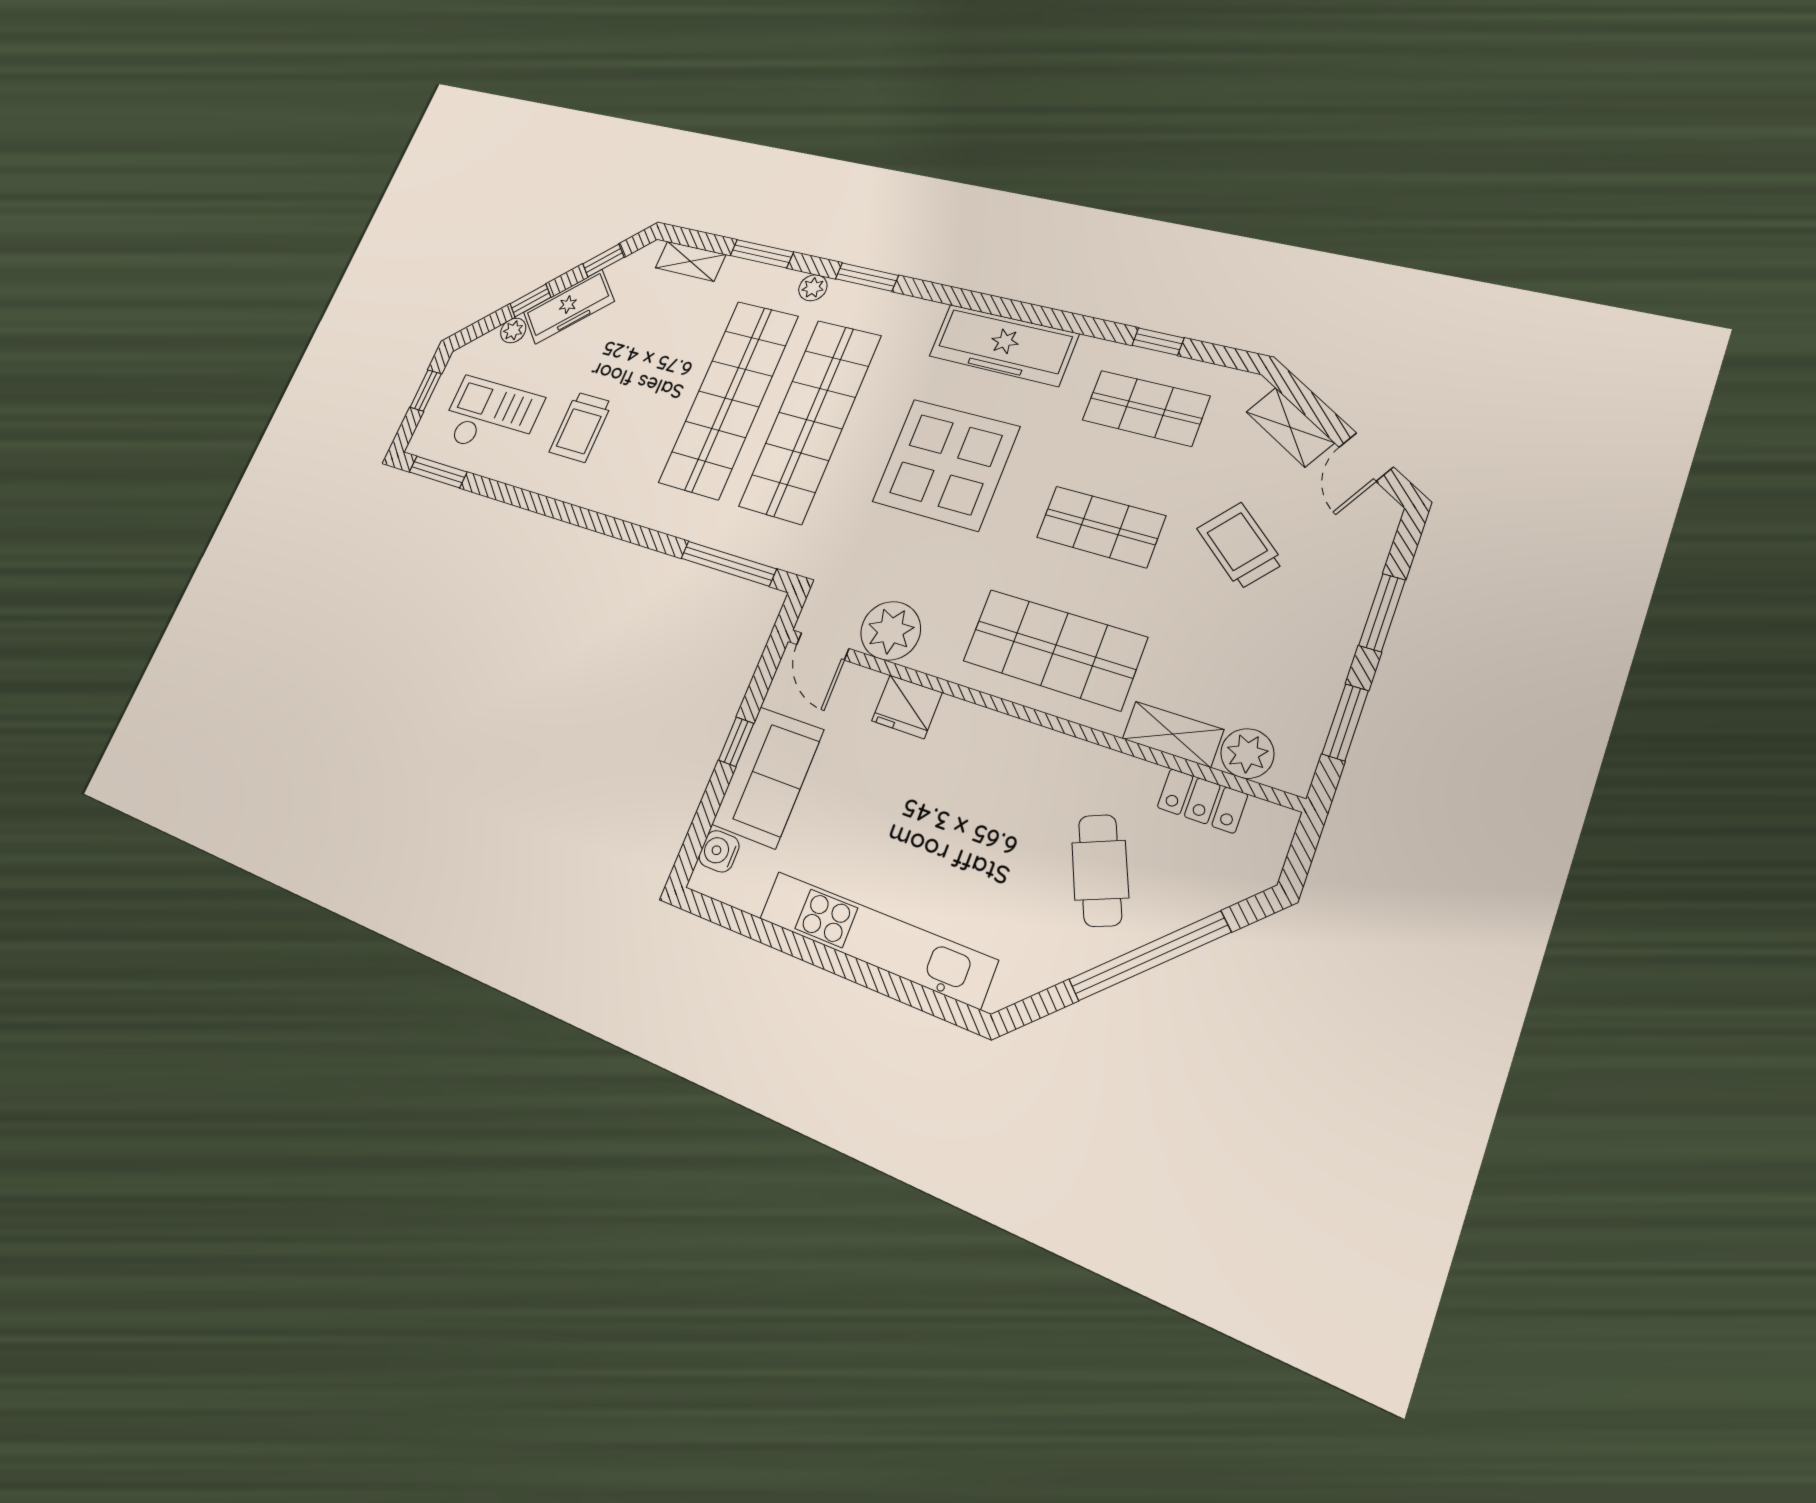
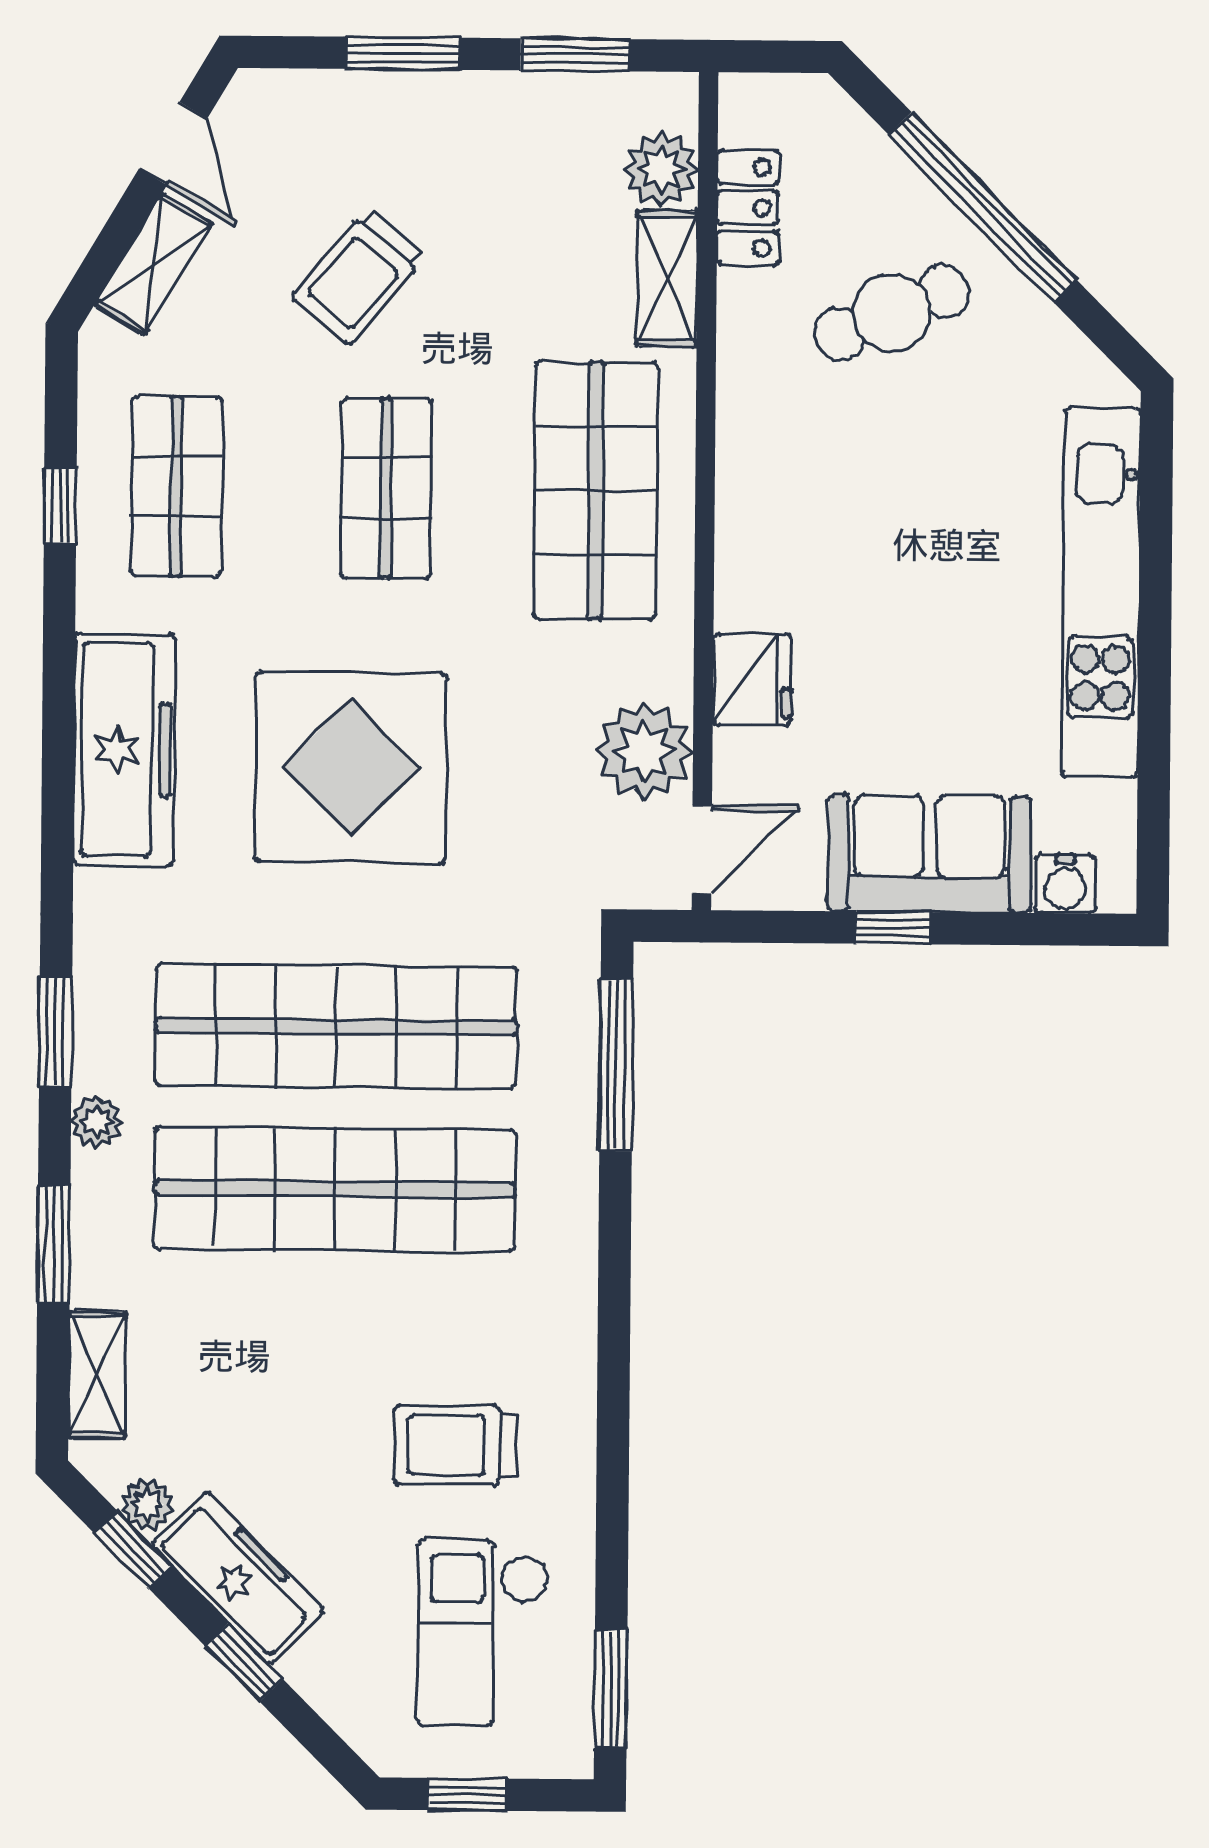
plant: (513, 330) -> (147, 1504), moved
trolley: (581, 427) -> (455, 1445), turned 180
door: (1366, 457) -> (173, 143), hinge flipped

